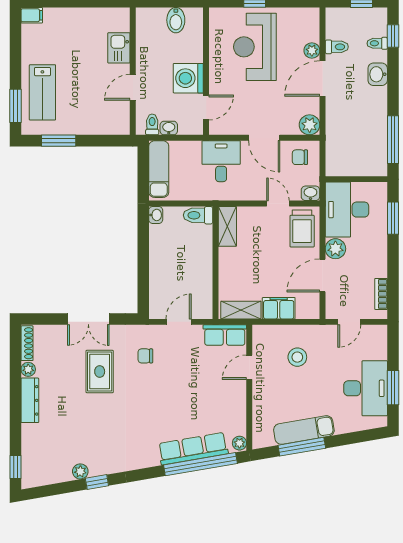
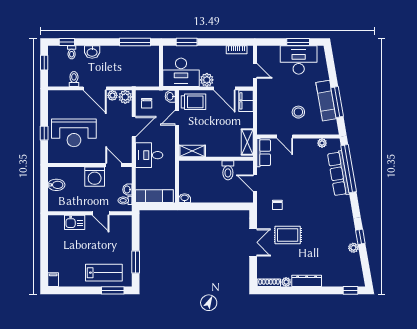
plant: (312, 50) -> (112, 95), moved
toilet: (198, 215) -> (228, 170), moved
filing cabinet: (279, 308) -> (246, 101), moved
stool: (297, 357) -> (298, 112), moved
plant: (239, 443) -> (322, 143), moved

